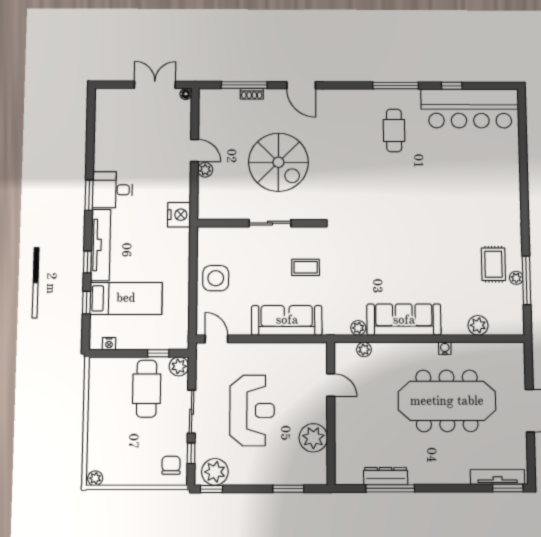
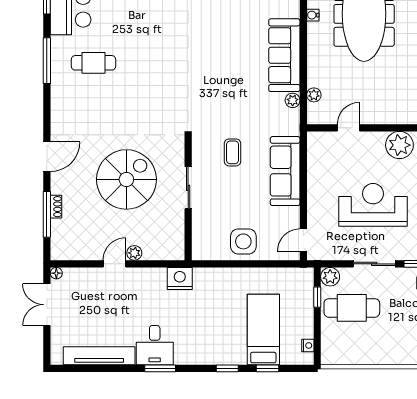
tv unit: (101, 245) -> (99, 356), moved

